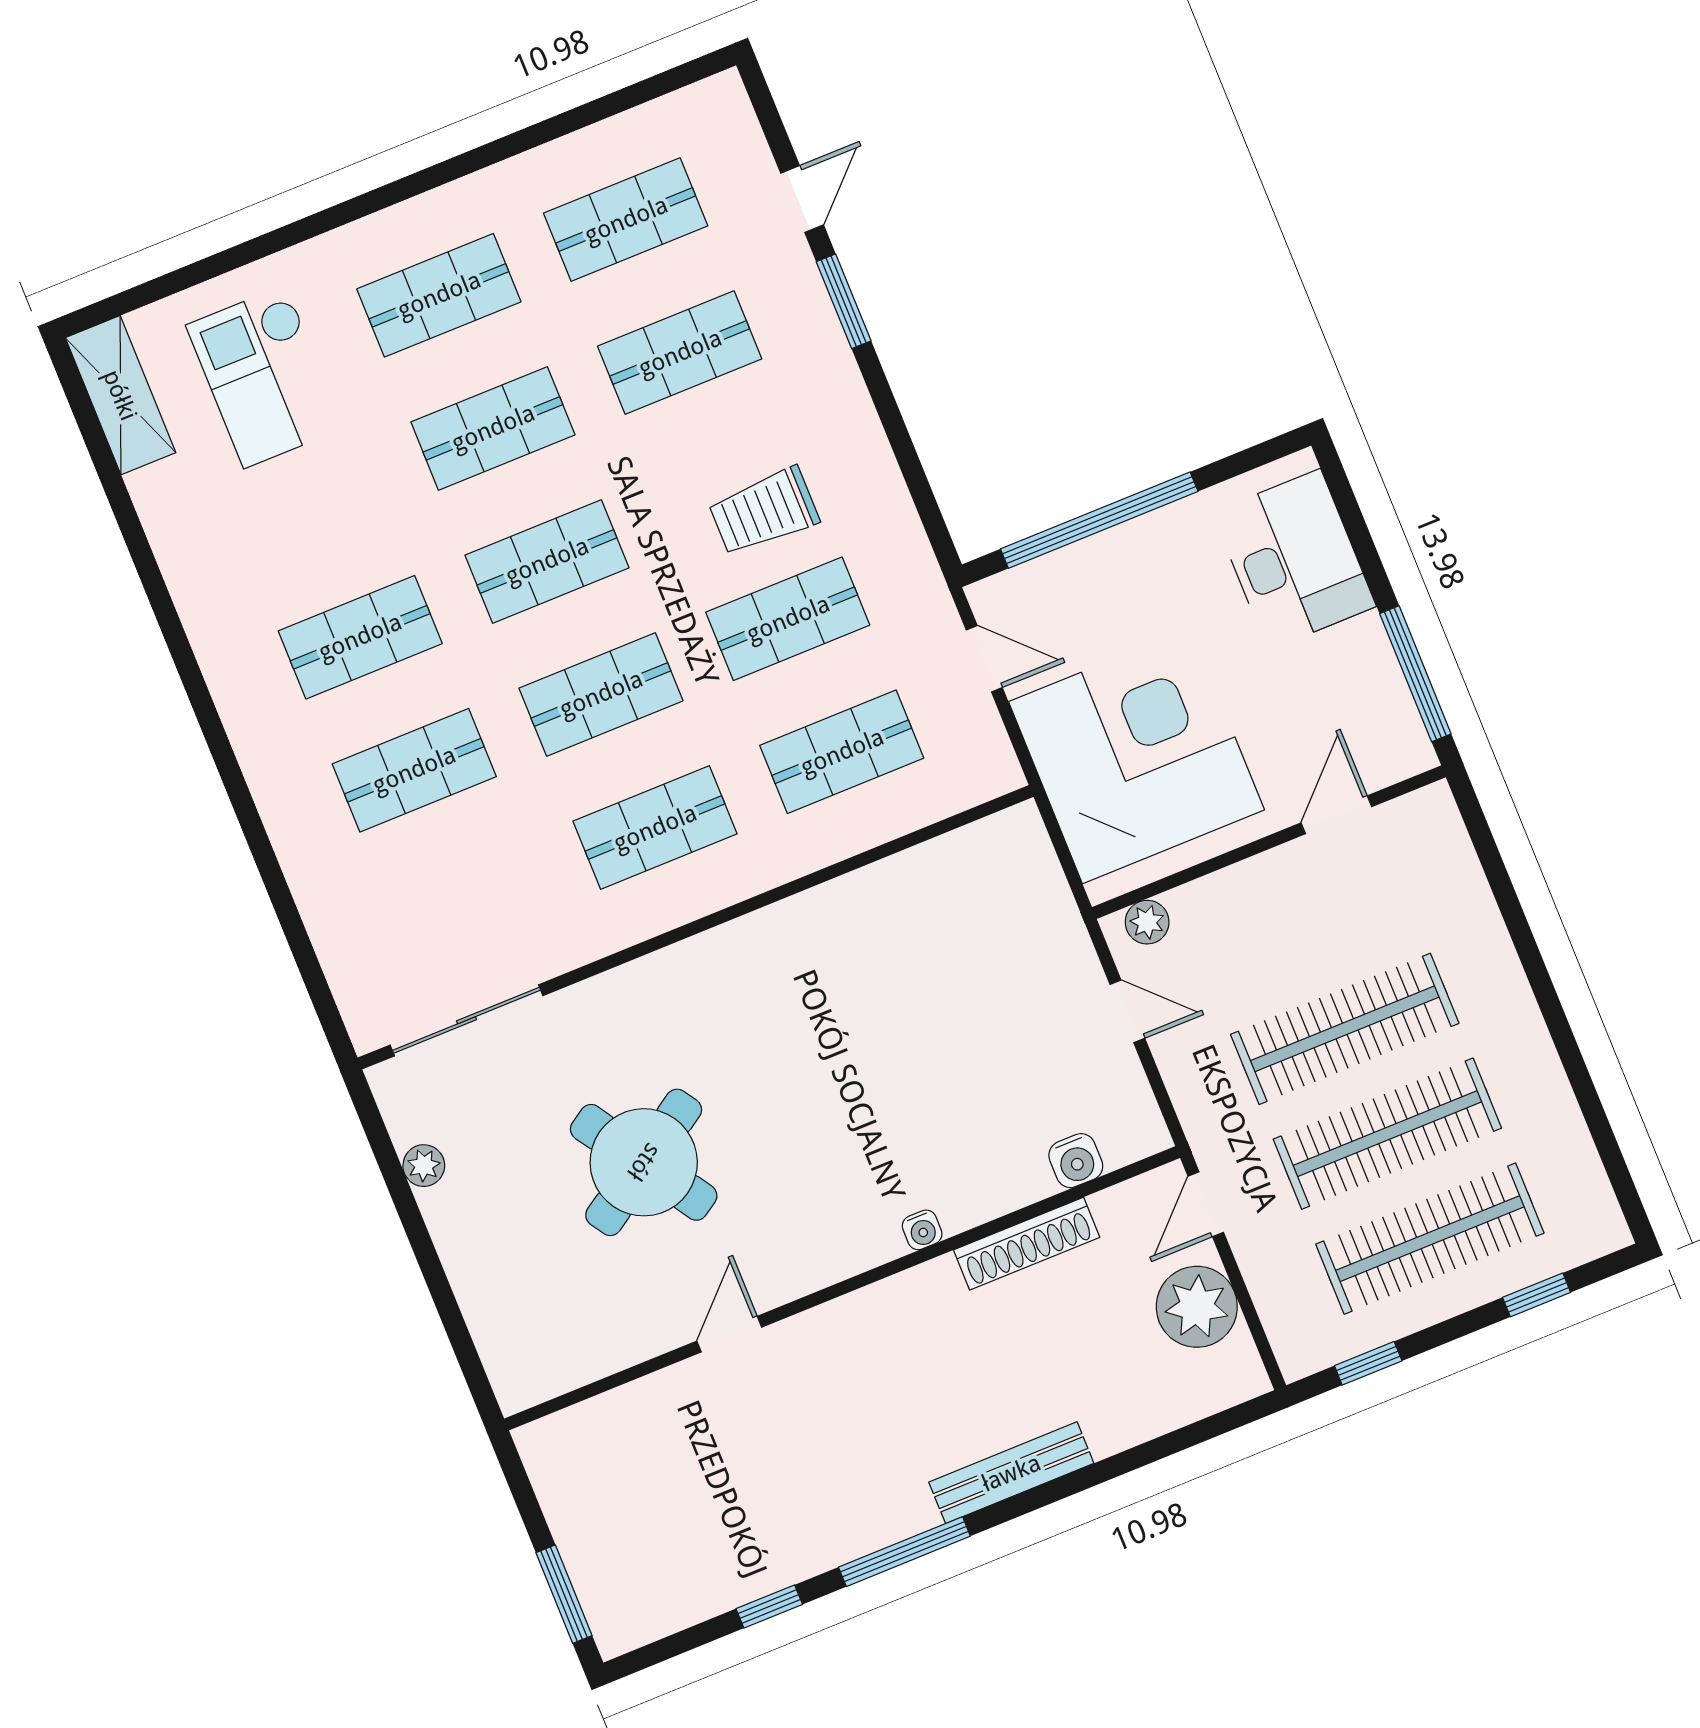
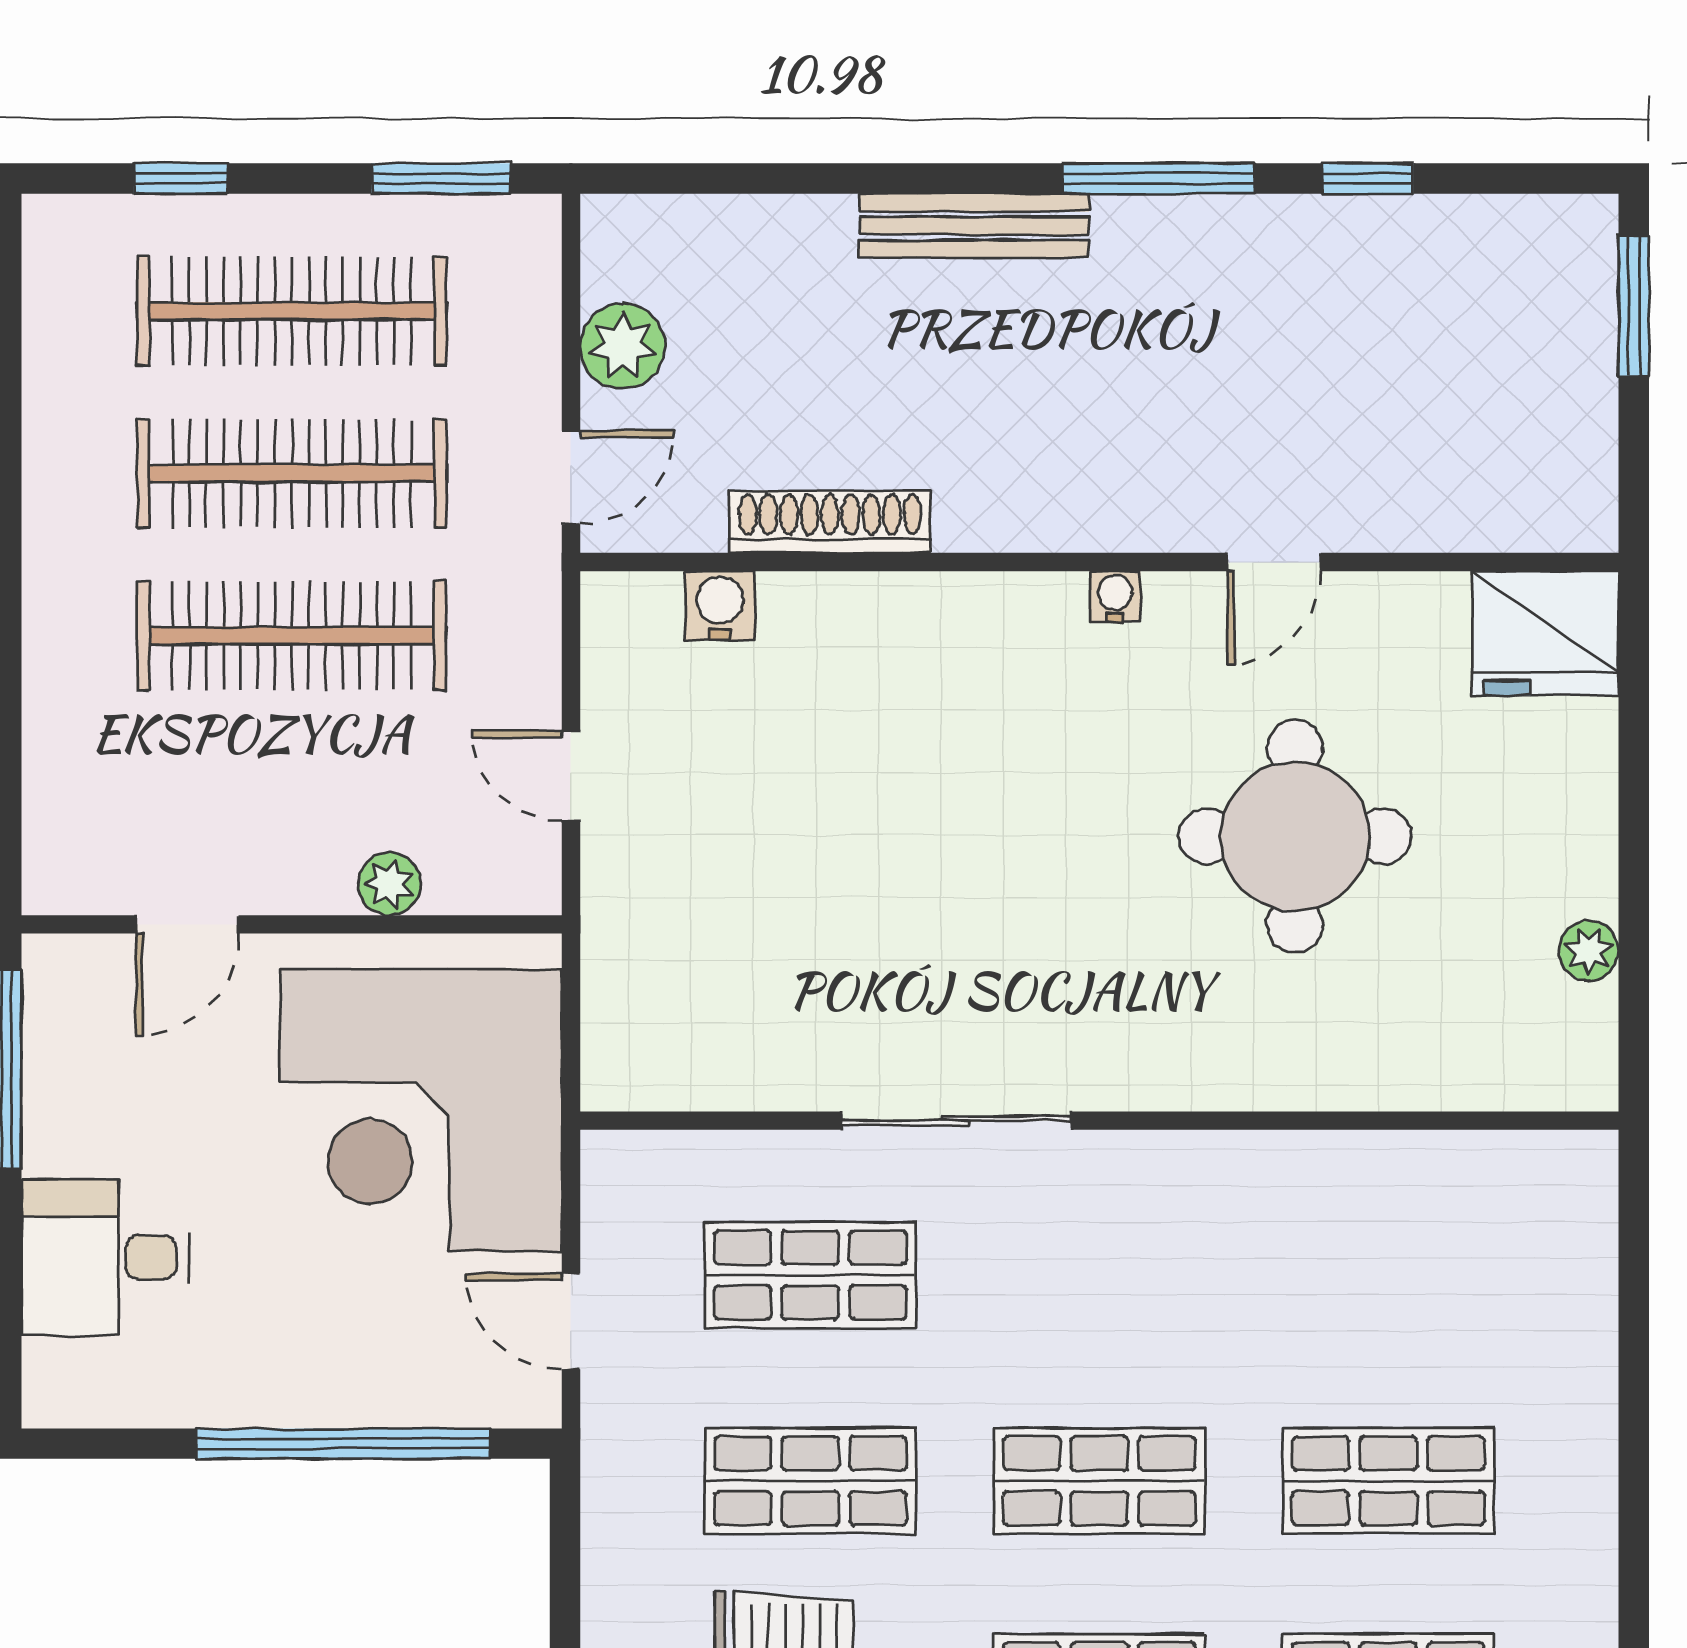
desk: (1294, 559) -> (106, 1257), width x0.73
shop shelf: (655, 828) -> (1099, 1275), removed
plant: (1147, 922) -> (390, 884), moved
sliding door: (467, 1020) -> (956, 1121), moved
round table: (644, 1162) -> (1295, 836), turned 33
water cooler: (922, 1230) -> (1115, 596), moved
plant: (1197, 1307) -> (623, 346), width x0.73, depth x0.73
fridge: (535, 1359) -> (1545, 633), added
window: (1368, 1363) -> (441, 179), width x1.50

